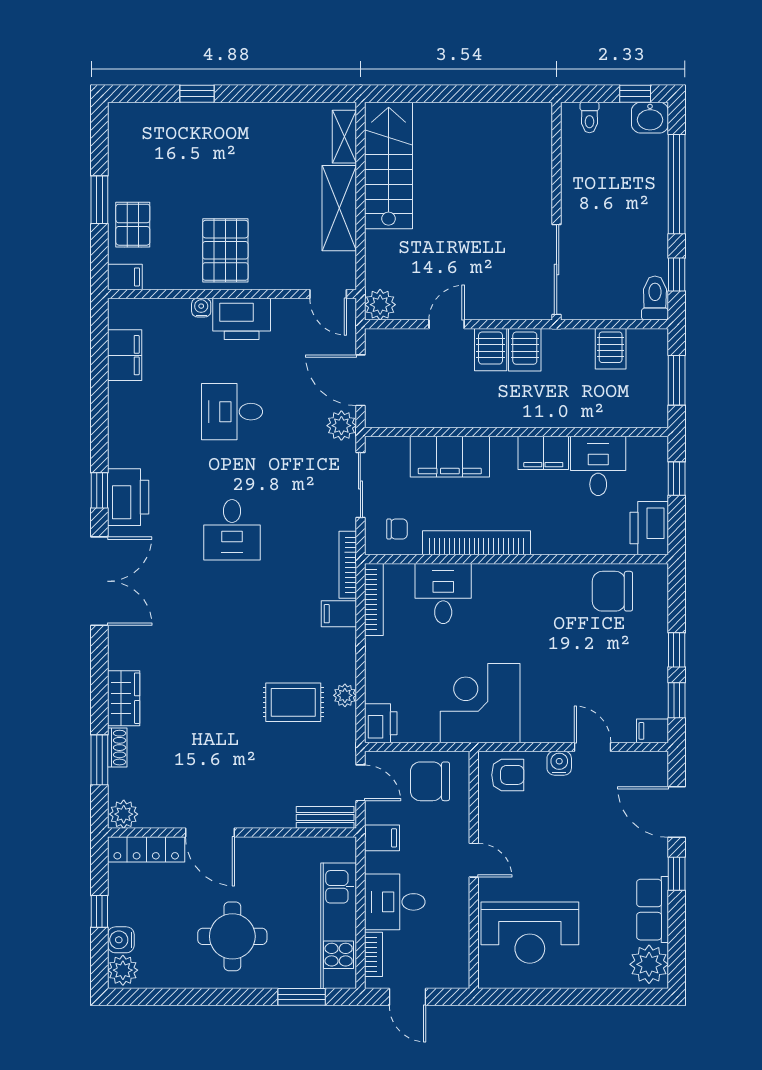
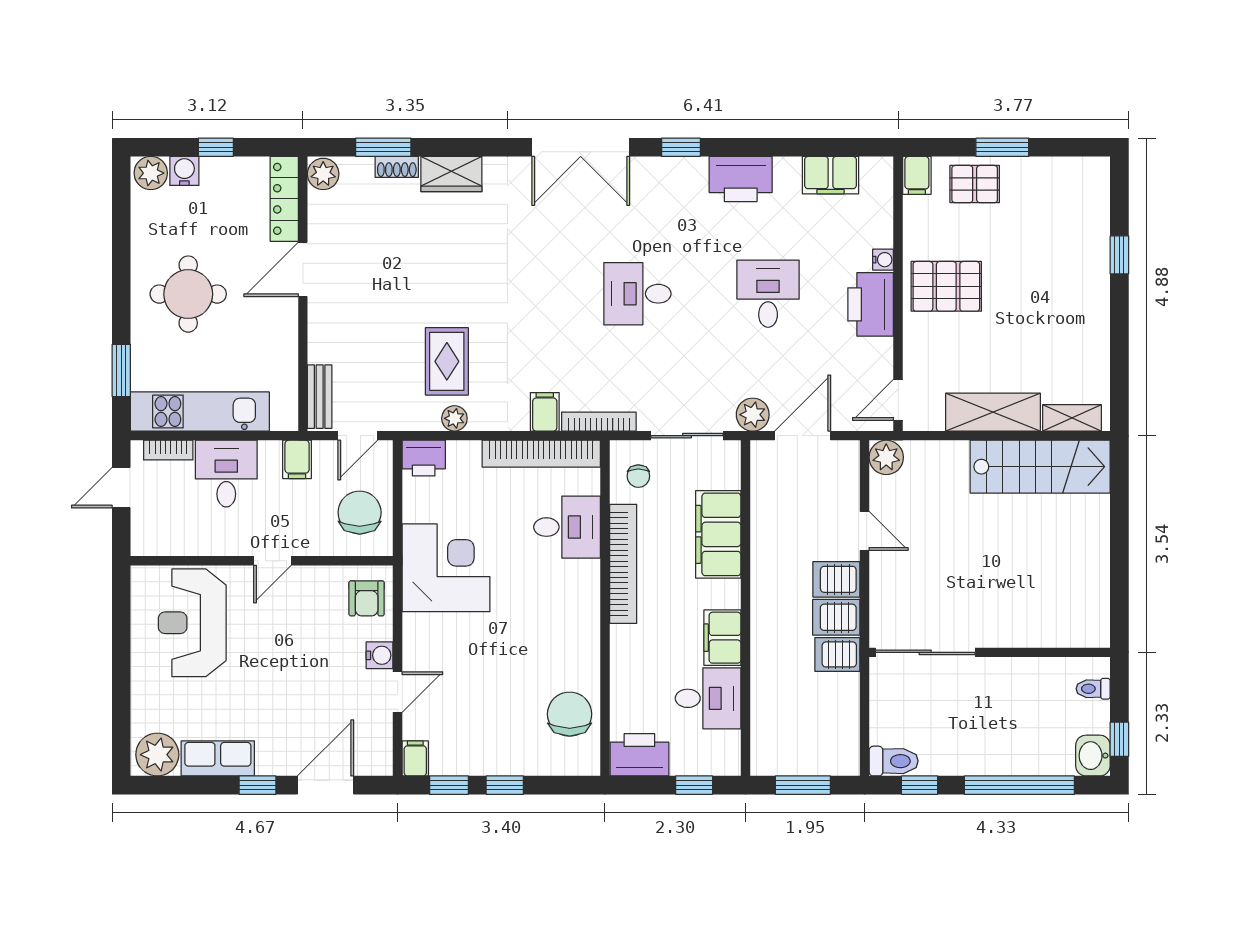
server rack: (611, 349) -> (837, 654), moved
printer: (128, 497) -> (741, 179), moved
bookcase: (374, 599) -> (541, 454), width x1.48, depth x1.31

